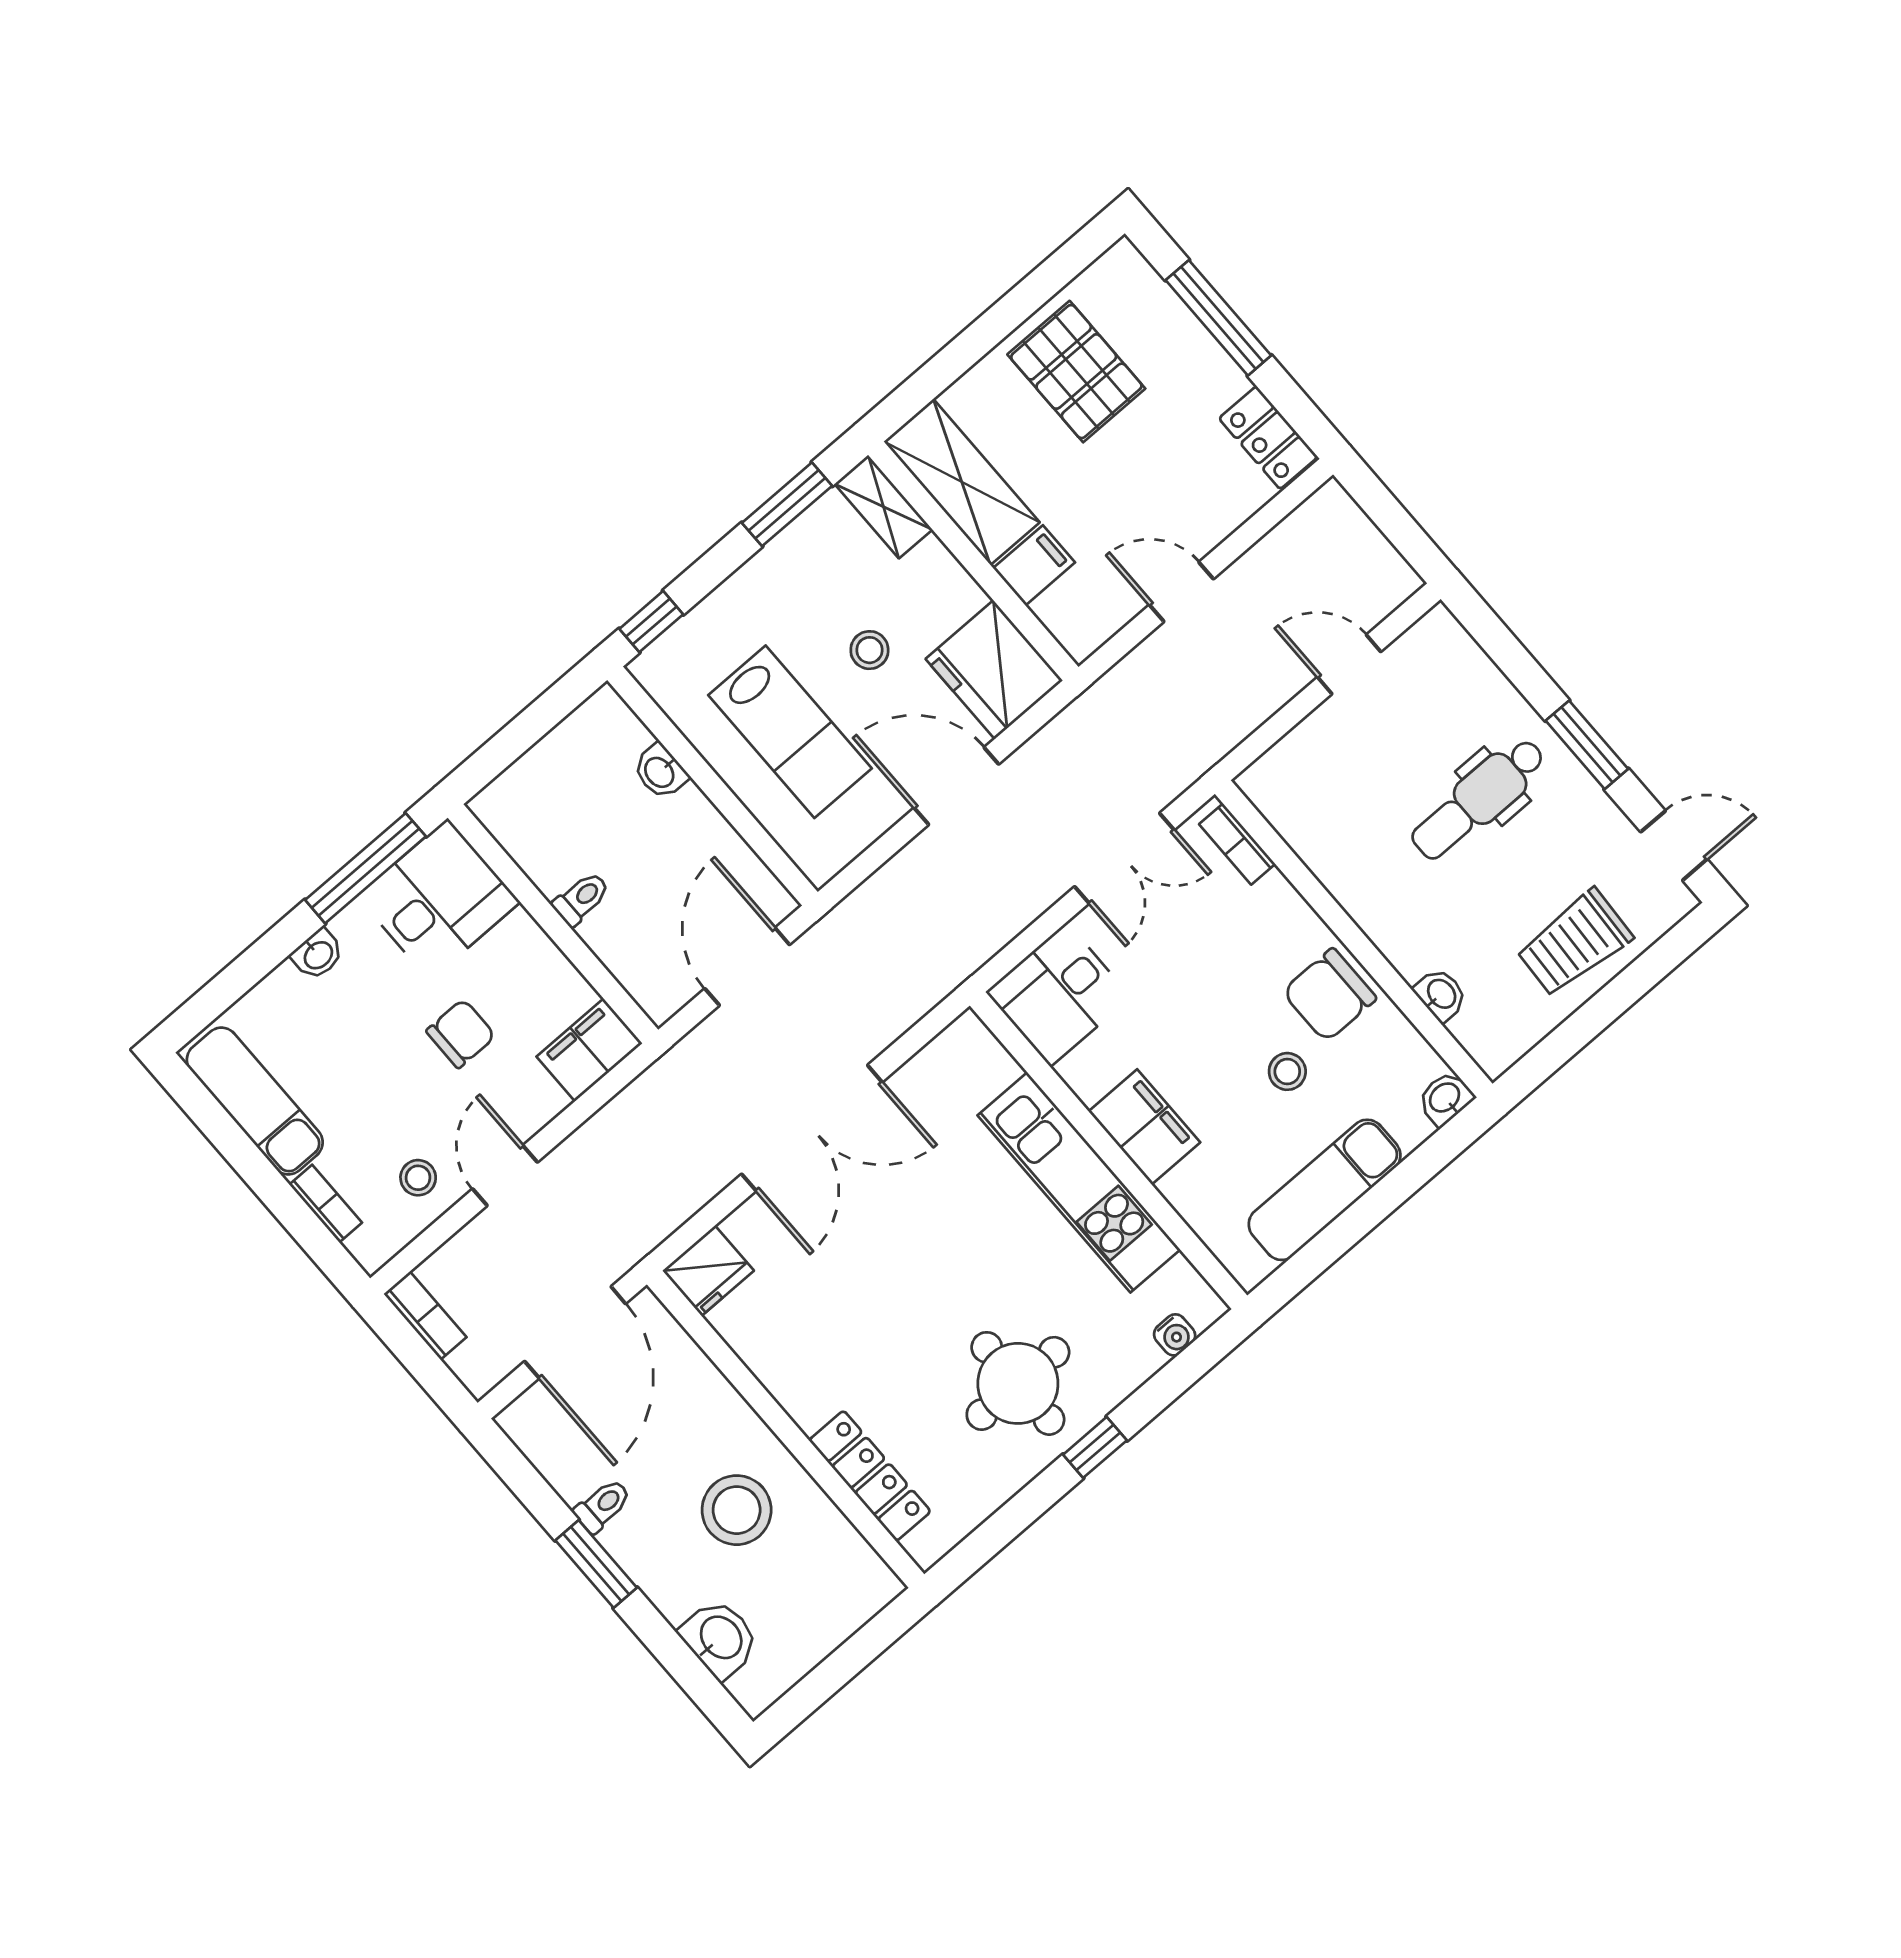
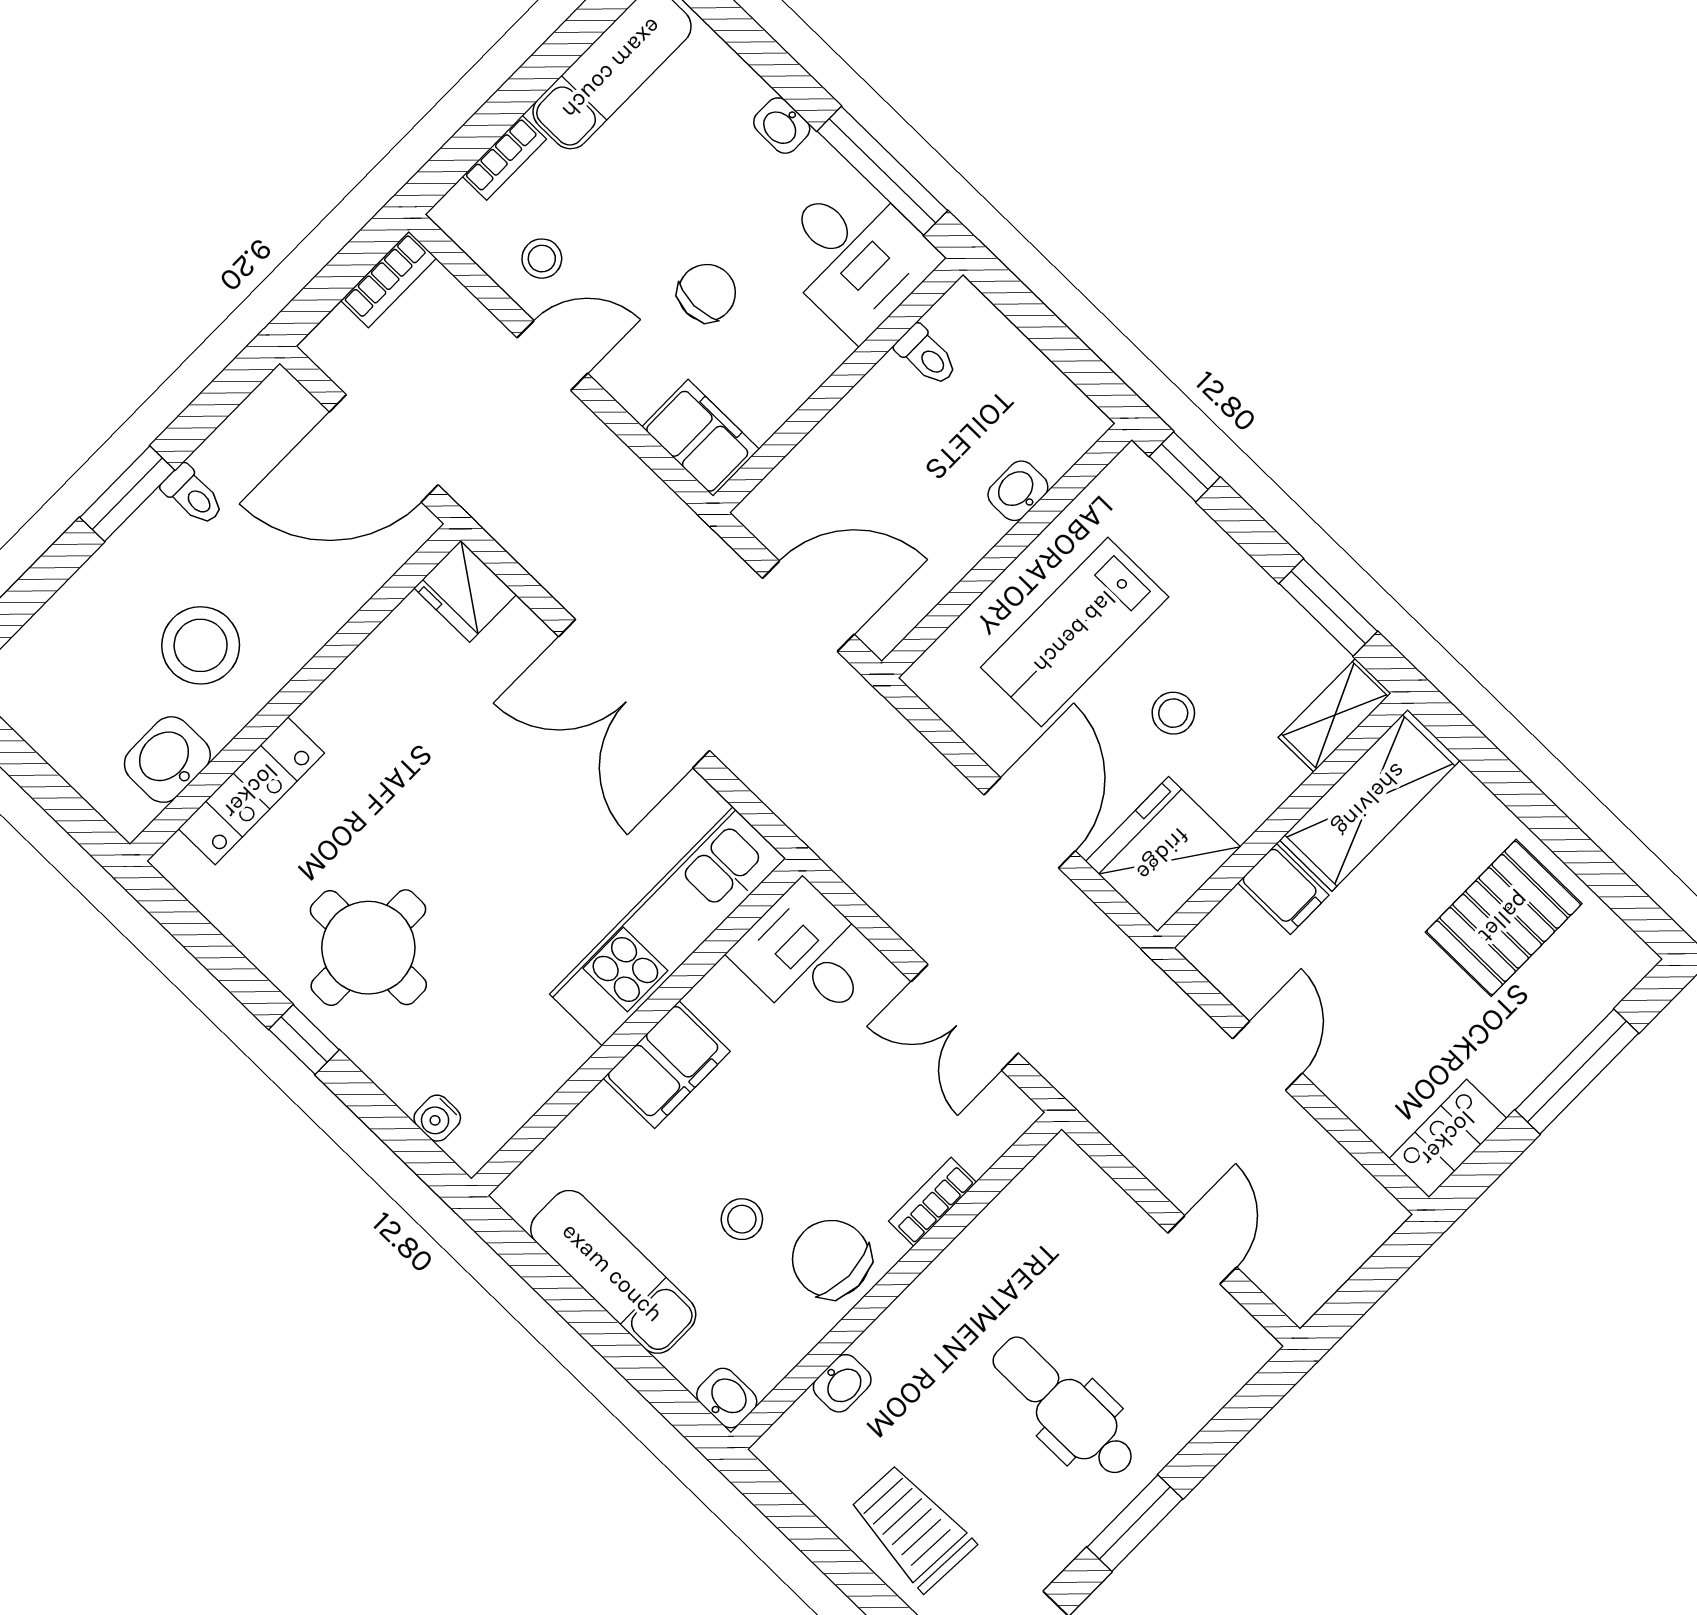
bookcase: (1237, 844) -> (933, 1202), moved
toilet: (581, 899) -> (927, 356), moved
chair: (461, 1034) -> (707, 293), turned -90
kitchen unit: (1079, 1182) -> (668, 926), moved
washbasin: (720, 1639) -> (167, 760), moved, turned 180

